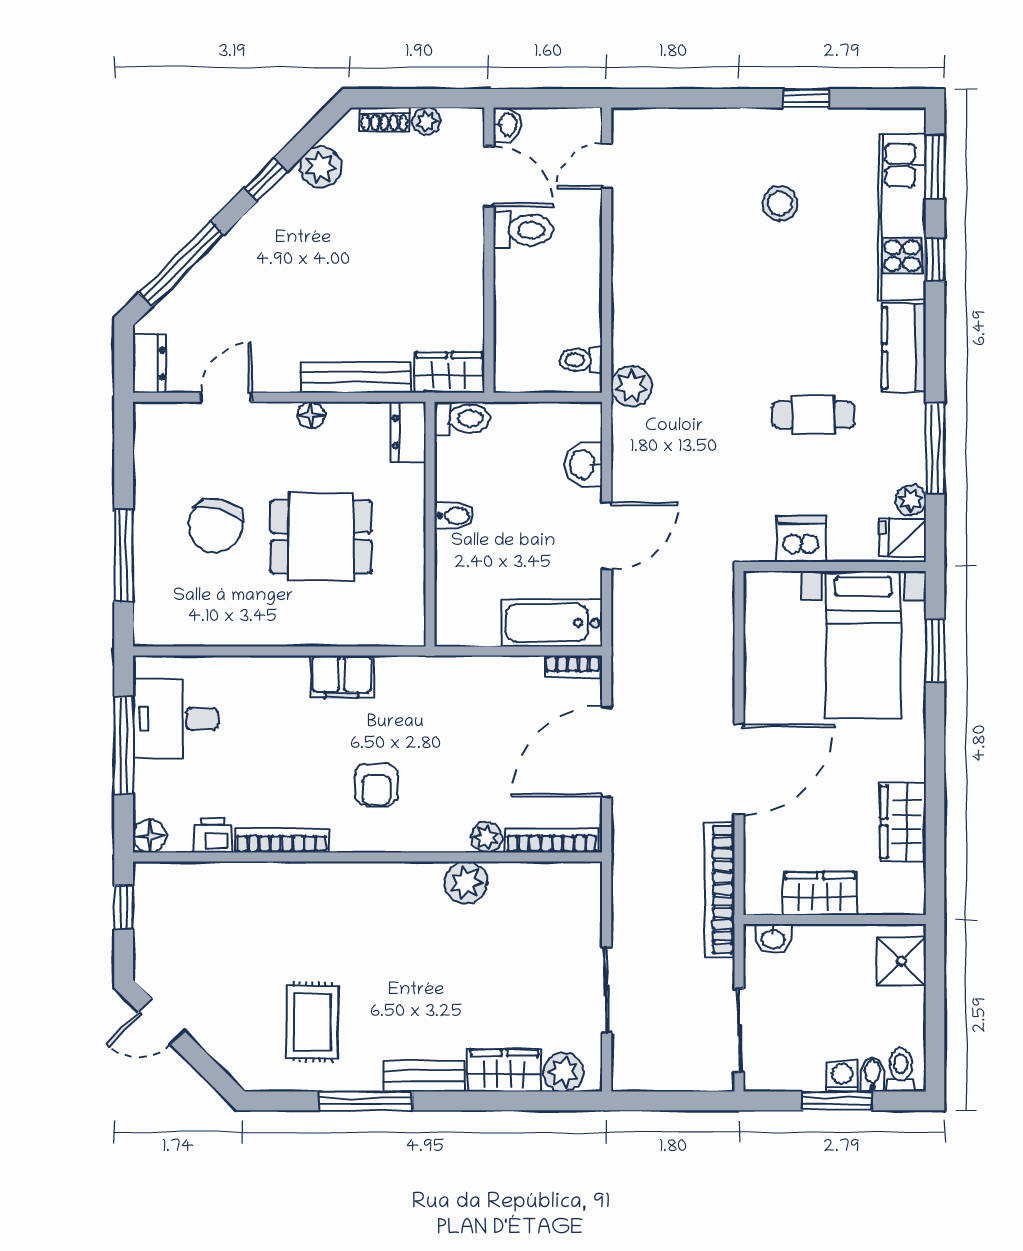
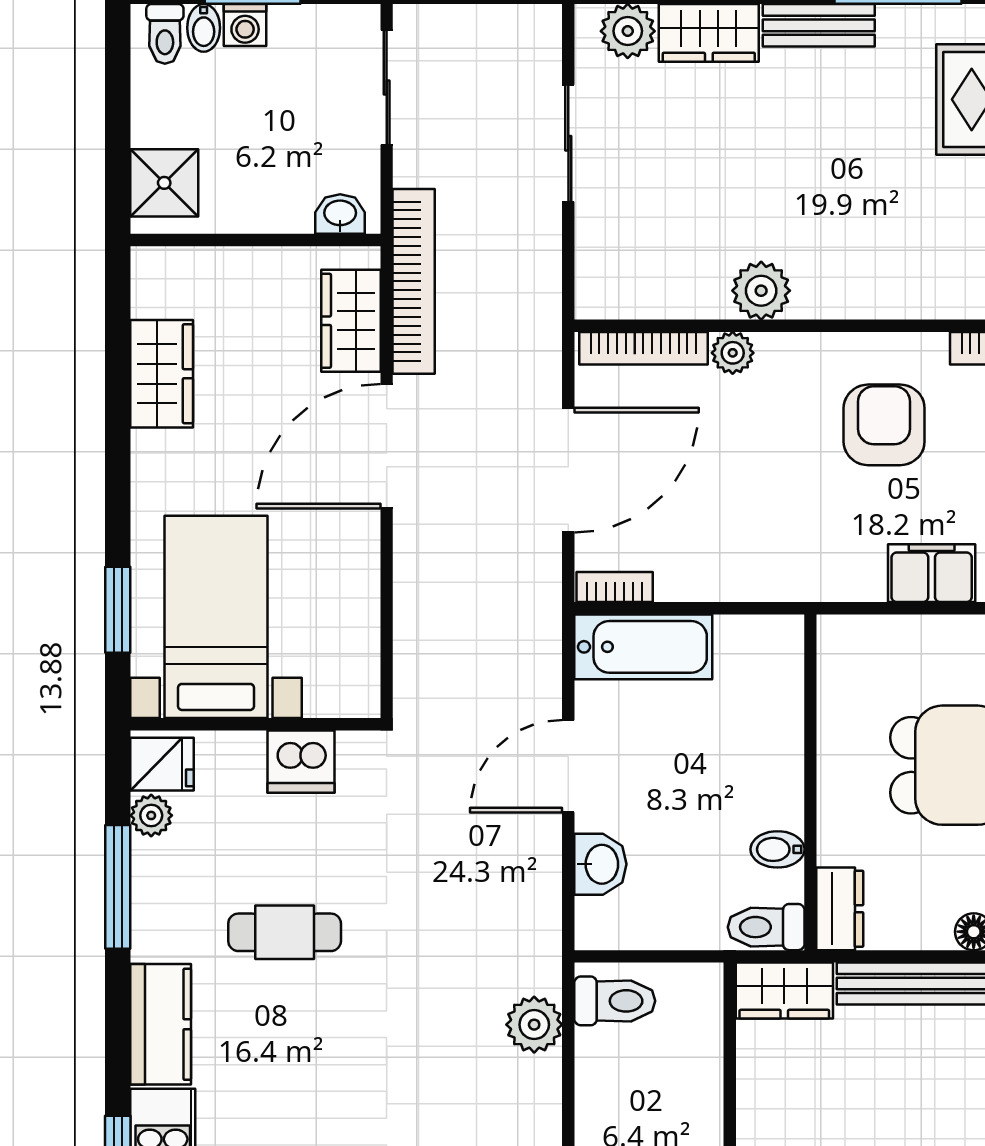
toilet: (581, 360) -> (615, 1001), width x1.37, depth x1.39
plant: (631, 386) -> (534, 1025), moved
bidet: (454, 516) -> (777, 849), moved
armchair: (376, 785) -> (884, 425), width x1.38, depth x1.38
wardrobe: (820, 894) -> (351, 321), moved, turned 90

